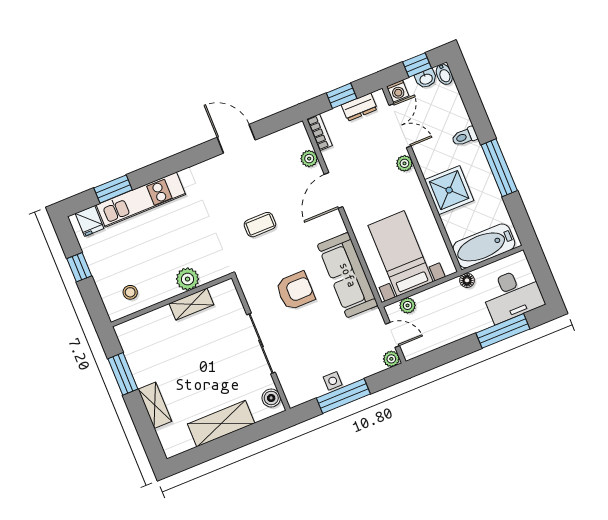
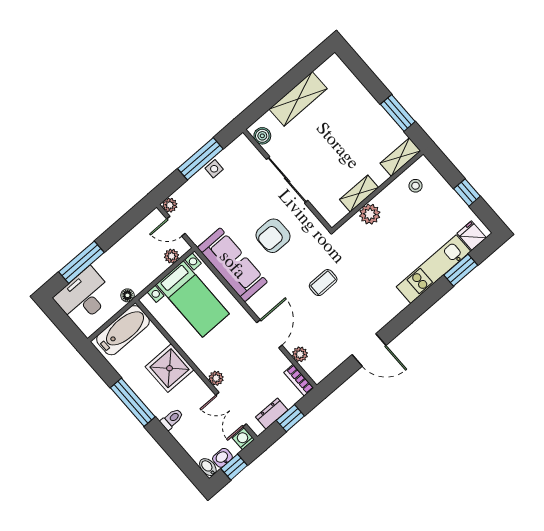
shelving: (155, 405) -> (400, 157), moved, turned 90

